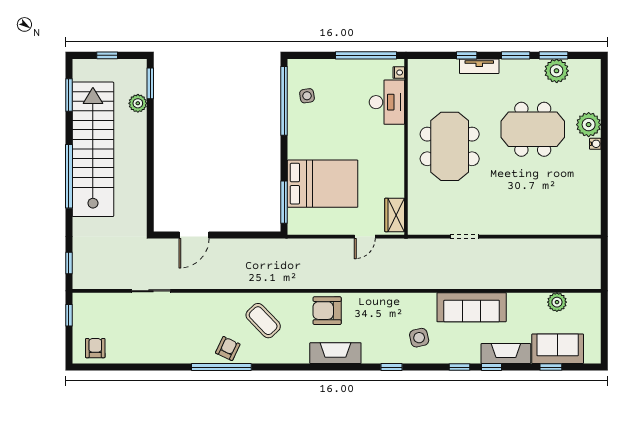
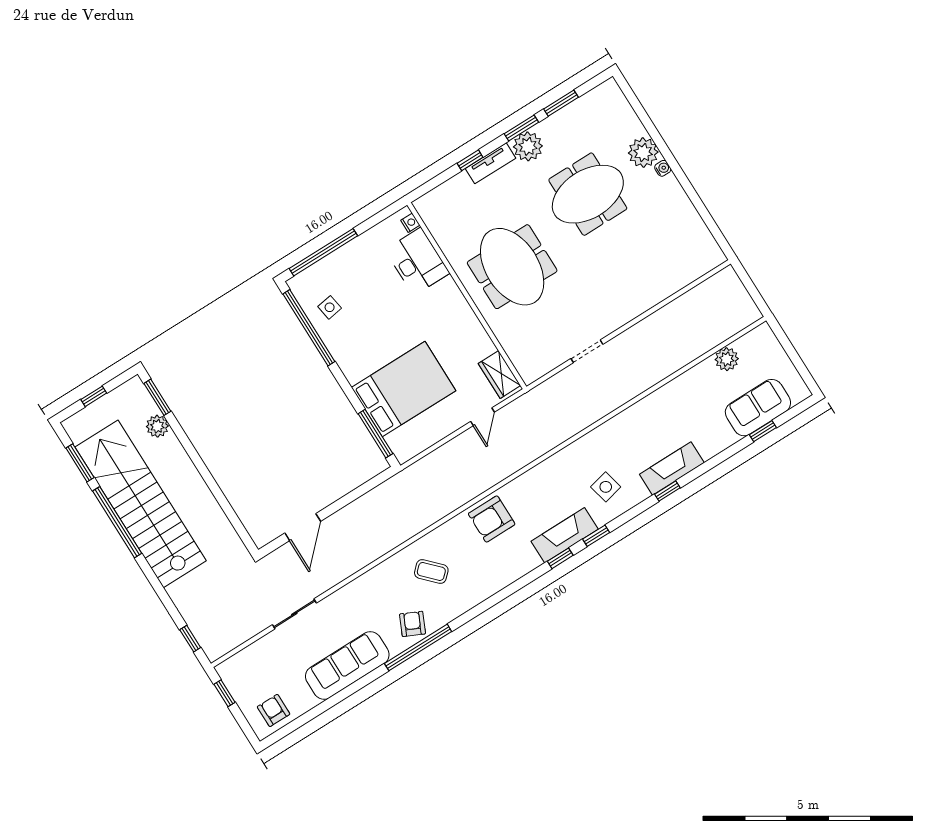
window: (366, 55) -> (323, 252), moved
plant: (557, 71) -> (528, 146), moved
window: (69, 176) -> (117, 522), moved
sofa: (472, 307) -> (347, 665), moved, turned 180
coffee table: (263, 321) -> (431, 571), width x0.73, depth x0.77
fireplace: (335, 353) -> (565, 535), moved
fireplace: (506, 354) -> (672, 469), moved
window: (491, 367) -> (560, 558), moved

